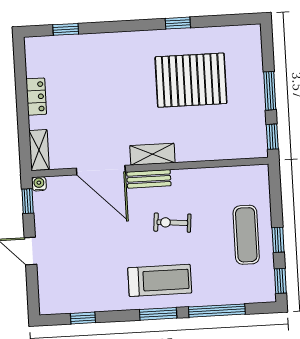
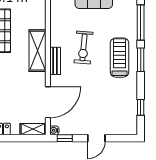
shelving: (152, 154) -> (37, 51), width x1.50, depth x1.33
door: (101, 170) -> (48, 102), moved
exercise bike: (172, 223) -> (83, 47), width x1.38, depth x1.39

